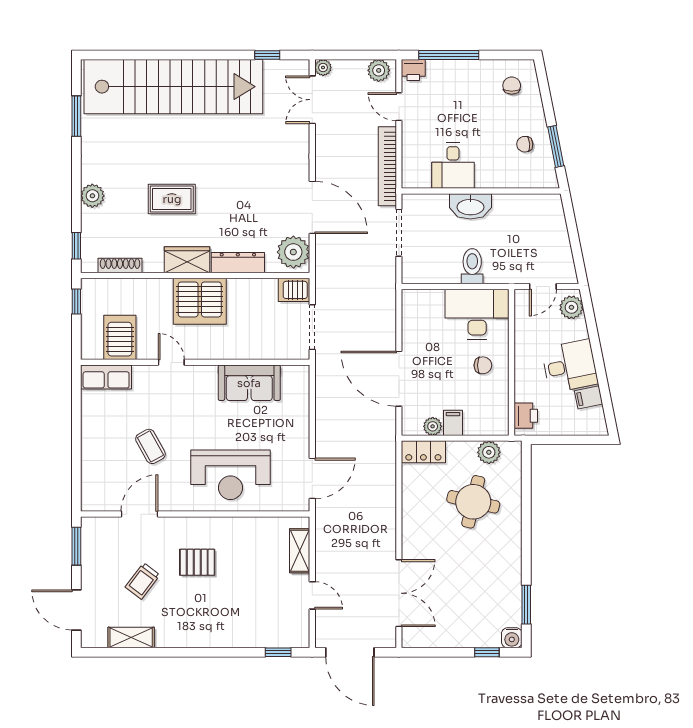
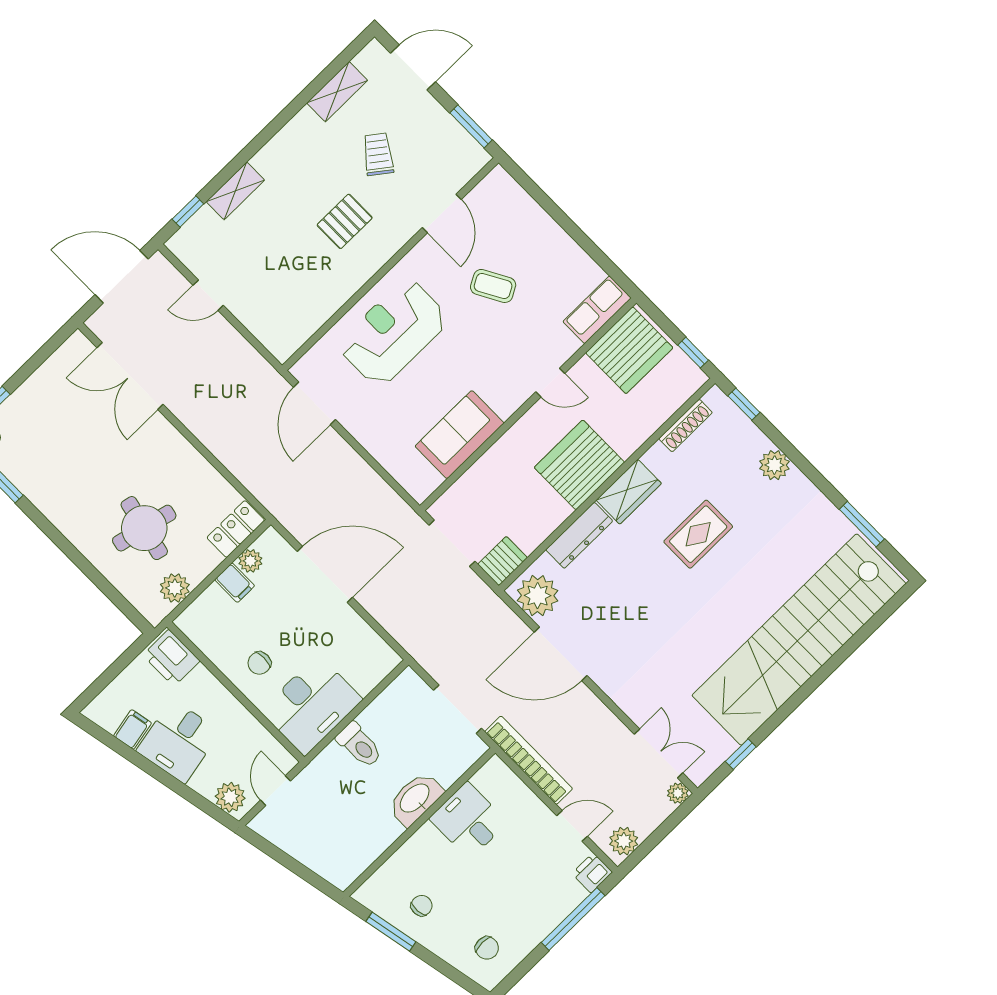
server rack: (120, 337) -> (629, 350), width x1.60
printer: (526, 416) -> (171, 658), width x1.36, depth x1.24
shelving: (300, 551) -> (235, 191), moved, turned 90

